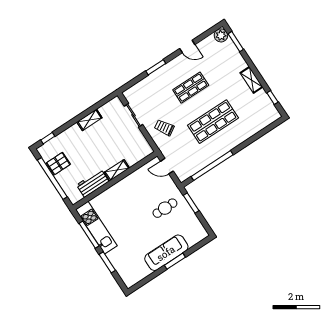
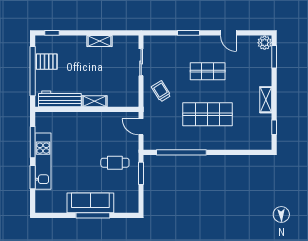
workbench: (93, 183) -> (60, 99), width x1.37
kitchen unit: (96, 228) -> (43, 161), moved
window: (175, 261) -> (93, 215), width x1.44

